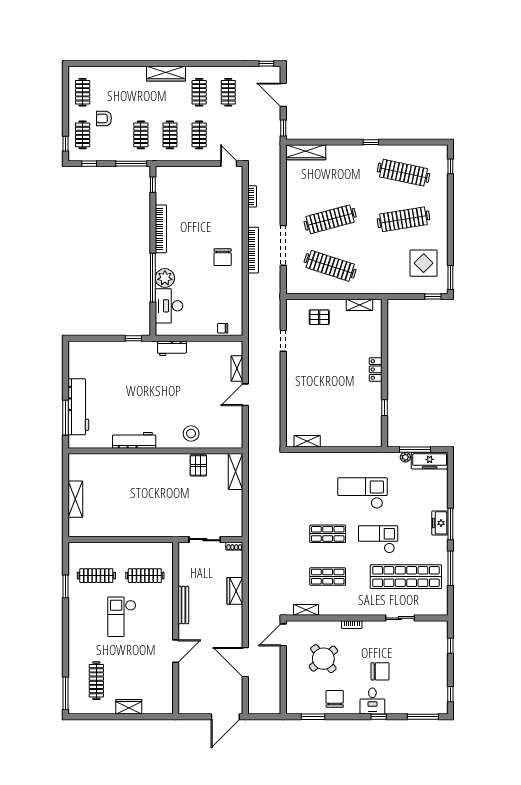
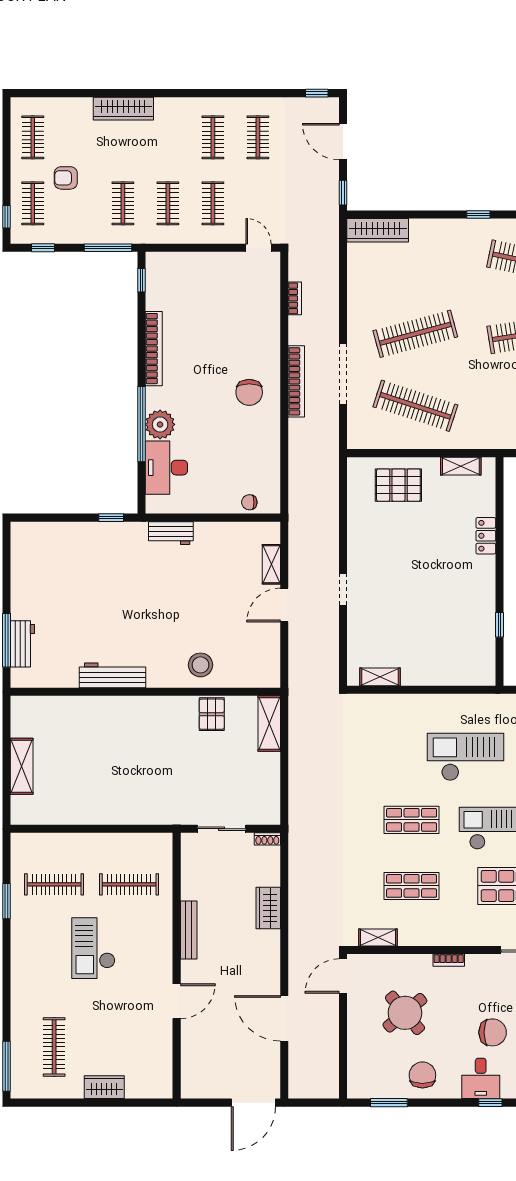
wardrobe: (166, 74) -> (123, 109), moved
pallet: (319, 317) -> (398, 485), width x1.50, depth x1.42
doorway: (283, 341) -> (343, 590), moved
locker: (376, 369) -> (486, 536), moved
workbench: (78, 407) -> (22, 644), width x0.53, depth x0.76

